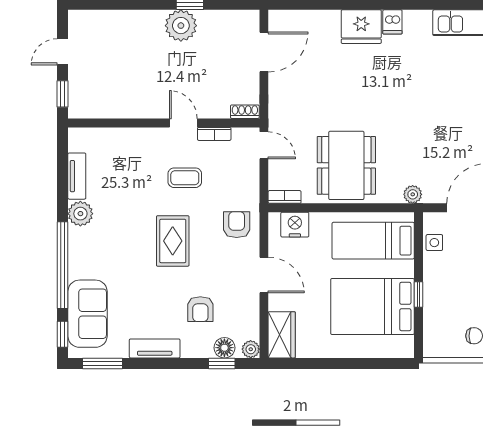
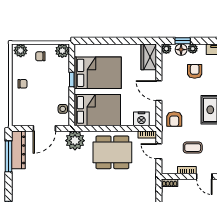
door: (264, 145) -> (159, 151), moved
dining table: (346, 165) -> (112, 152), turned 90
coffee table: (185, 178) -> (193, 148), moved
plant: (413, 194) -> (75, 141), width x1.88, depth x1.88
bed: (373, 241) -> (97, 110), width x1.50
plant: (435, 346) -> (62, 51), added
plant: (204, 349) -> (193, 49), added

